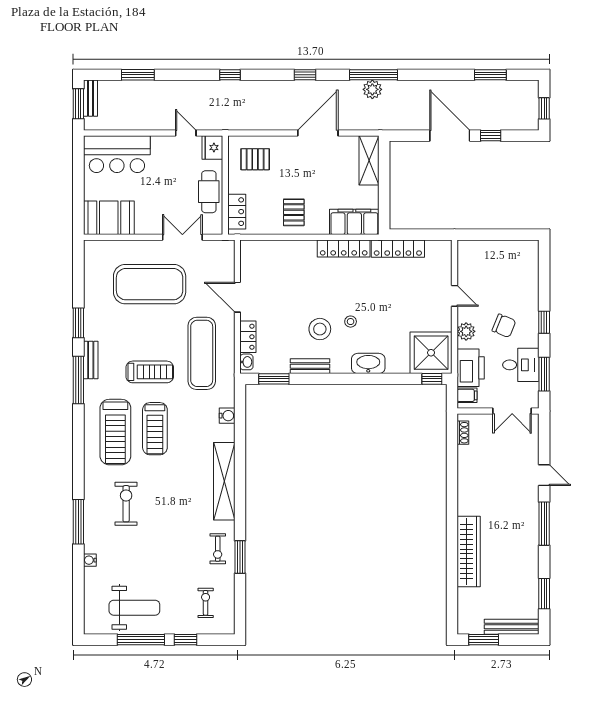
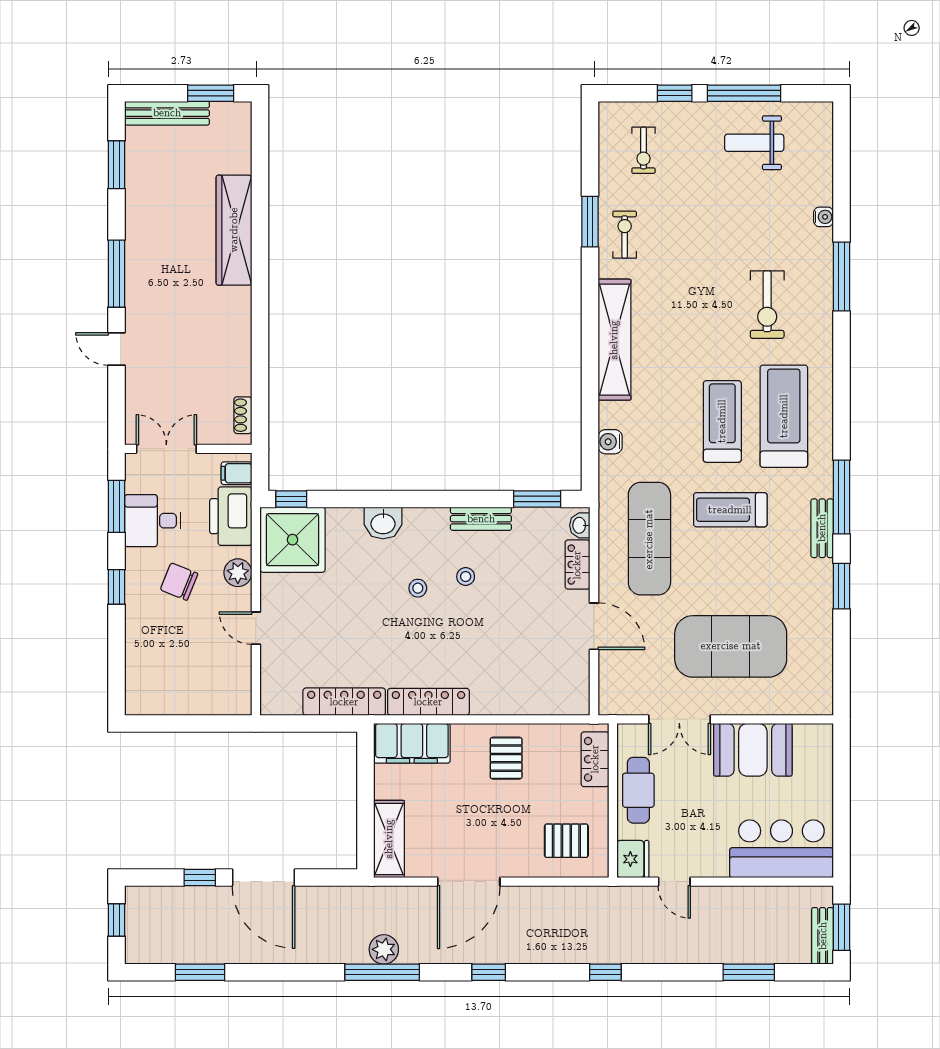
booth: (109, 218) -> (753, 750), moved
stool: (320, 329) -> (466, 577), width x0.53, depth x0.53
washbasin: (368, 363) -> (383, 523), width x0.72
weight bench: (134, 608) -> (754, 143), width x0.73, depth x0.75

